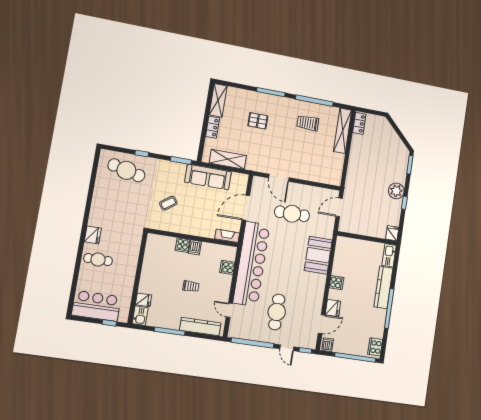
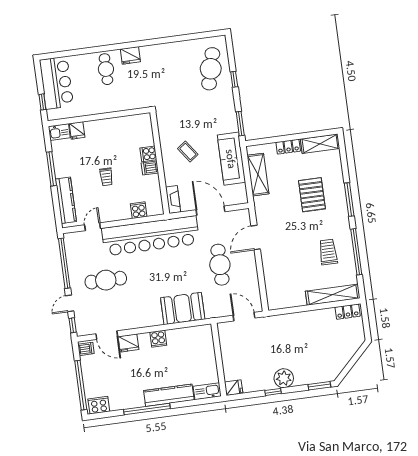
pallet: (258, 121) -> (312, 195), width x1.50, depth x1.42
coffee table: (168, 203) -> (188, 152), moved

